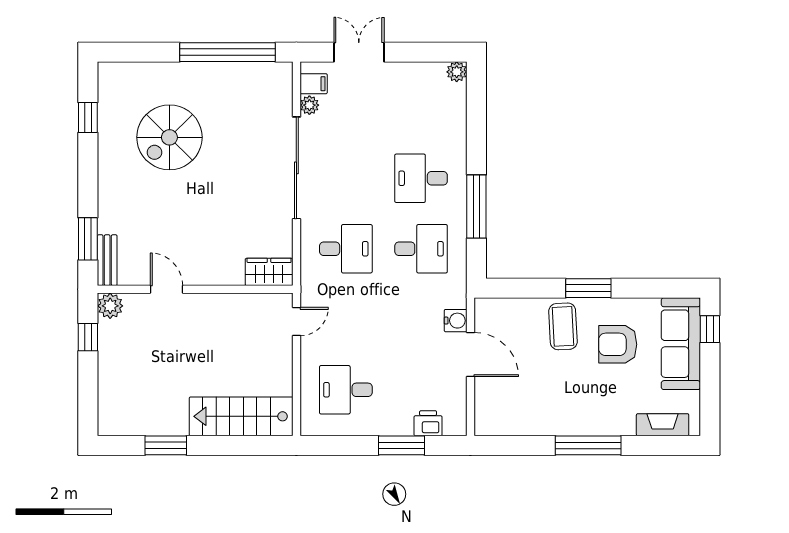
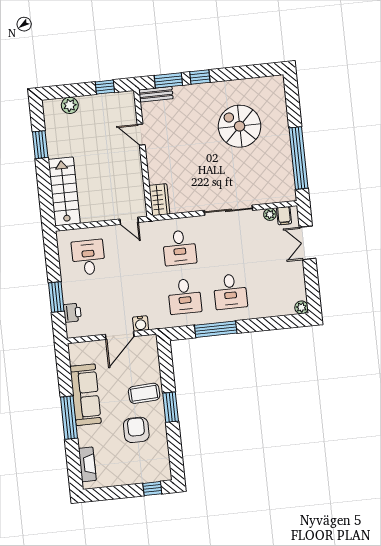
double door: (359, 52) -> (307, 243), swing flipped
window: (88, 117) -> (200, 77), moved
sliding door: (296, 168) -> (228, 210), width x0.73
desk: (421, 178) -> (230, 292), turned 180
door: (166, 289) -> (141, 135), swing flipped
plant: (110, 306) -> (70, 105), moved
sofa: (681, 344) -> (86, 395), moved, turned 90

